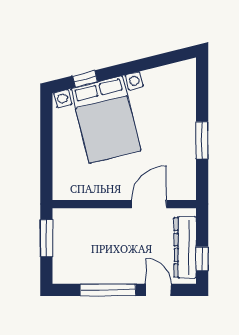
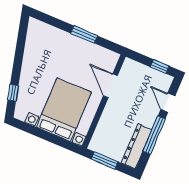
bed with nightstands: (106, 120) -> (64, 110), moved, turned -76
dresser: (185, 247) -> (137, 146), moved, turned 90
door: (159, 290) -> (168, 103), hinge flipped

